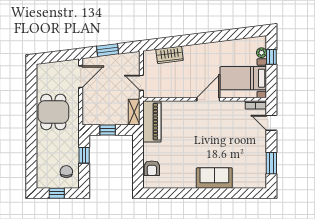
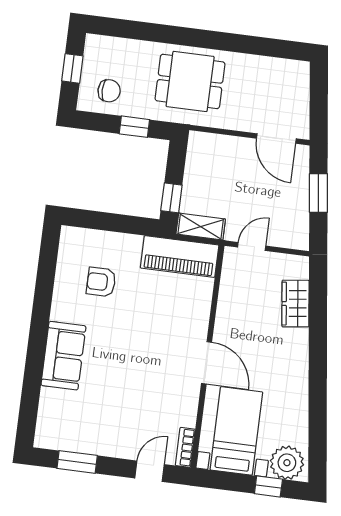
plant: (261, 53) -> (287, 463), width x1.87, depth x1.87
dining table: (53, 112) -> (190, 81), moved
window: (108, 130) -> (171, 198), moved
armchair: (152, 168) -> (101, 282), moved

